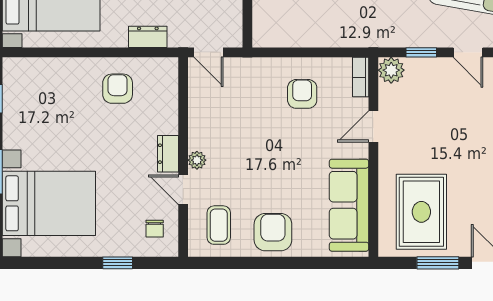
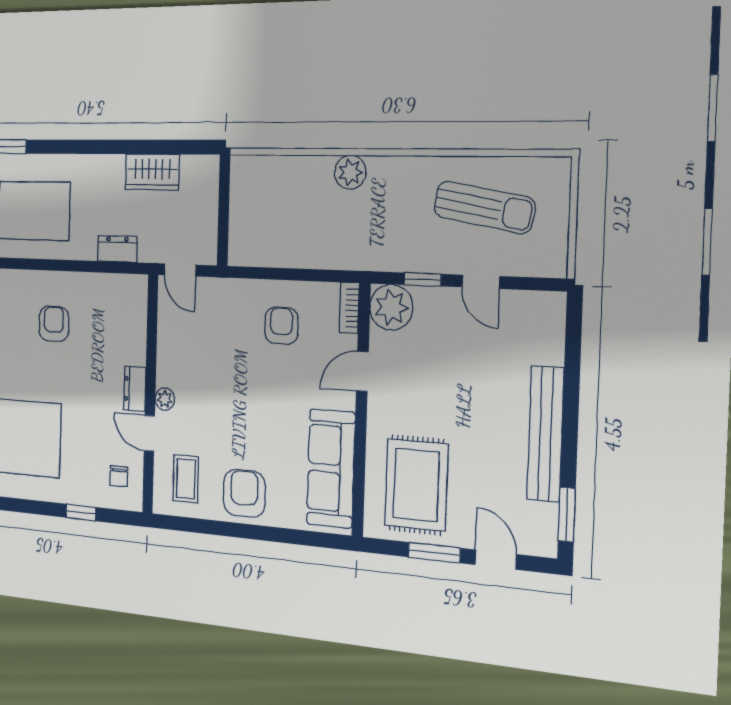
plant: (391, 70) -> (391, 307), width x1.36, depth x1.36
armchair: (118, 89) -> (54, 324), moved

